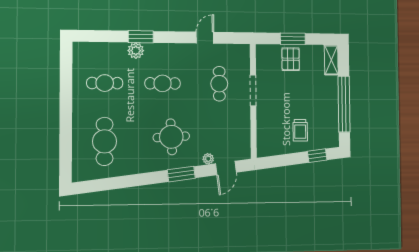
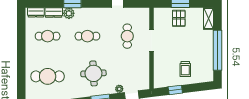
dresser: (88, 49) -> (36, 12), added
dresser: (114, 49) -> (54, 13), added
cafe table: (105, 141) -> (48, 76), turned 90
window: (317, 156) -> (175, 90), moved

